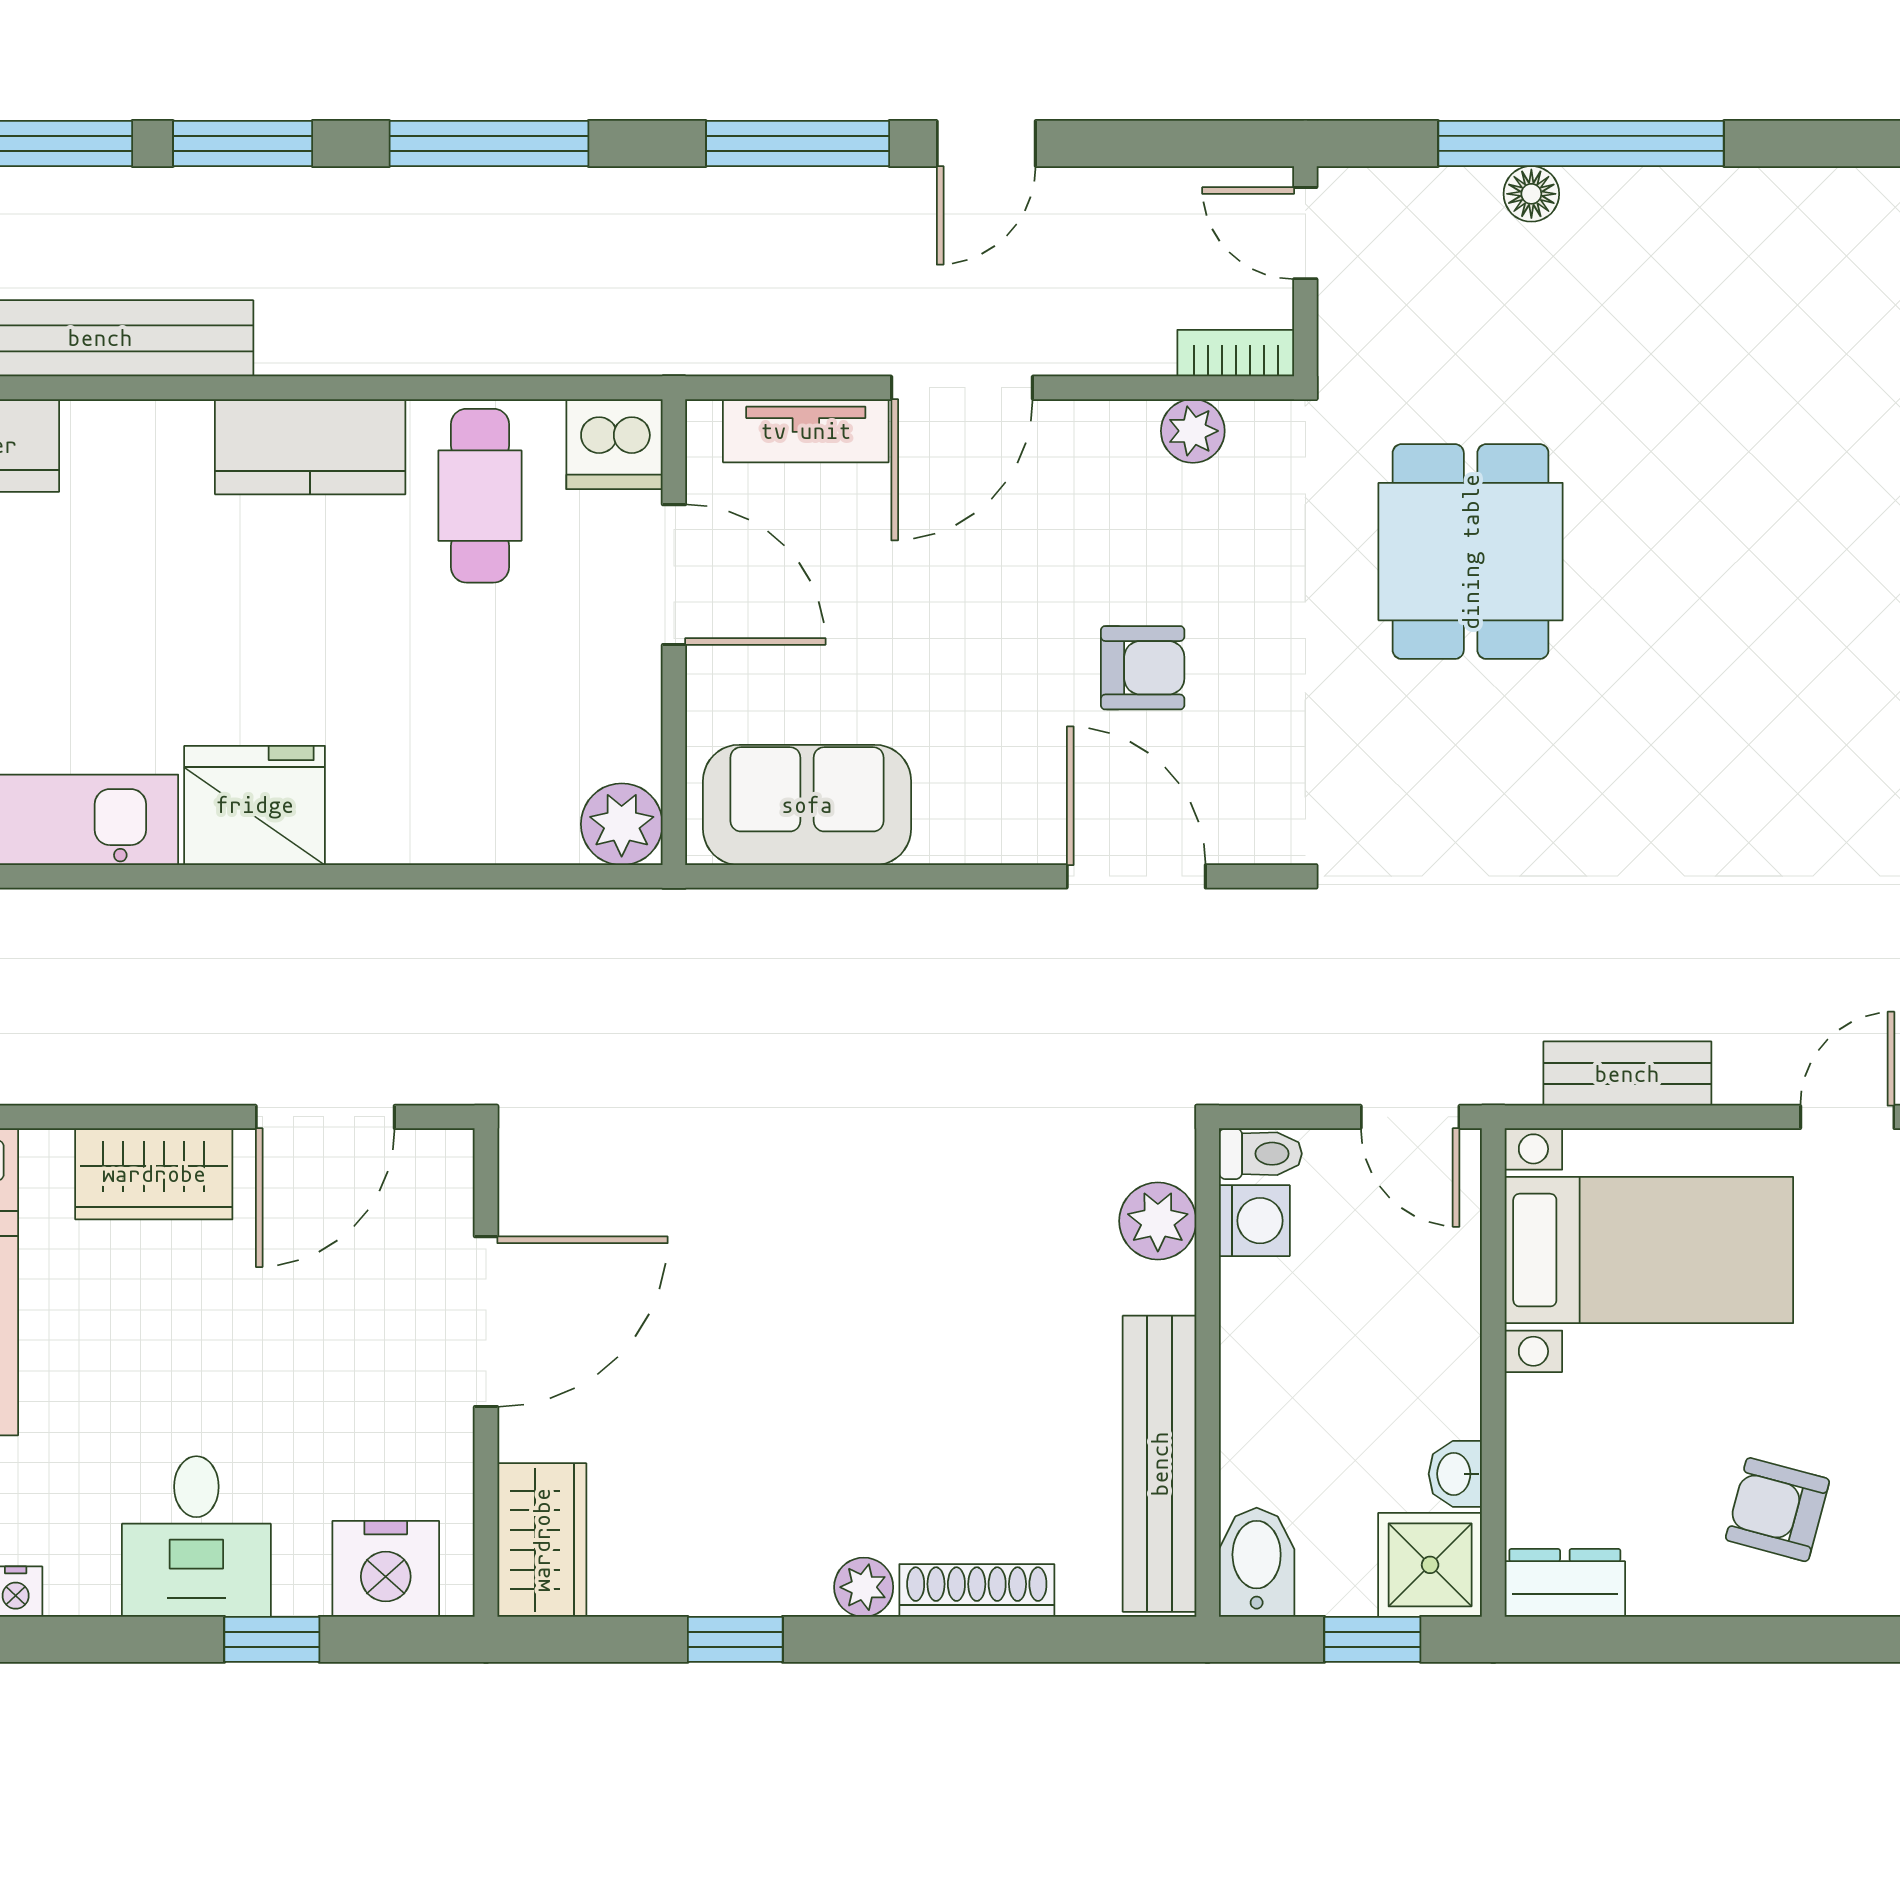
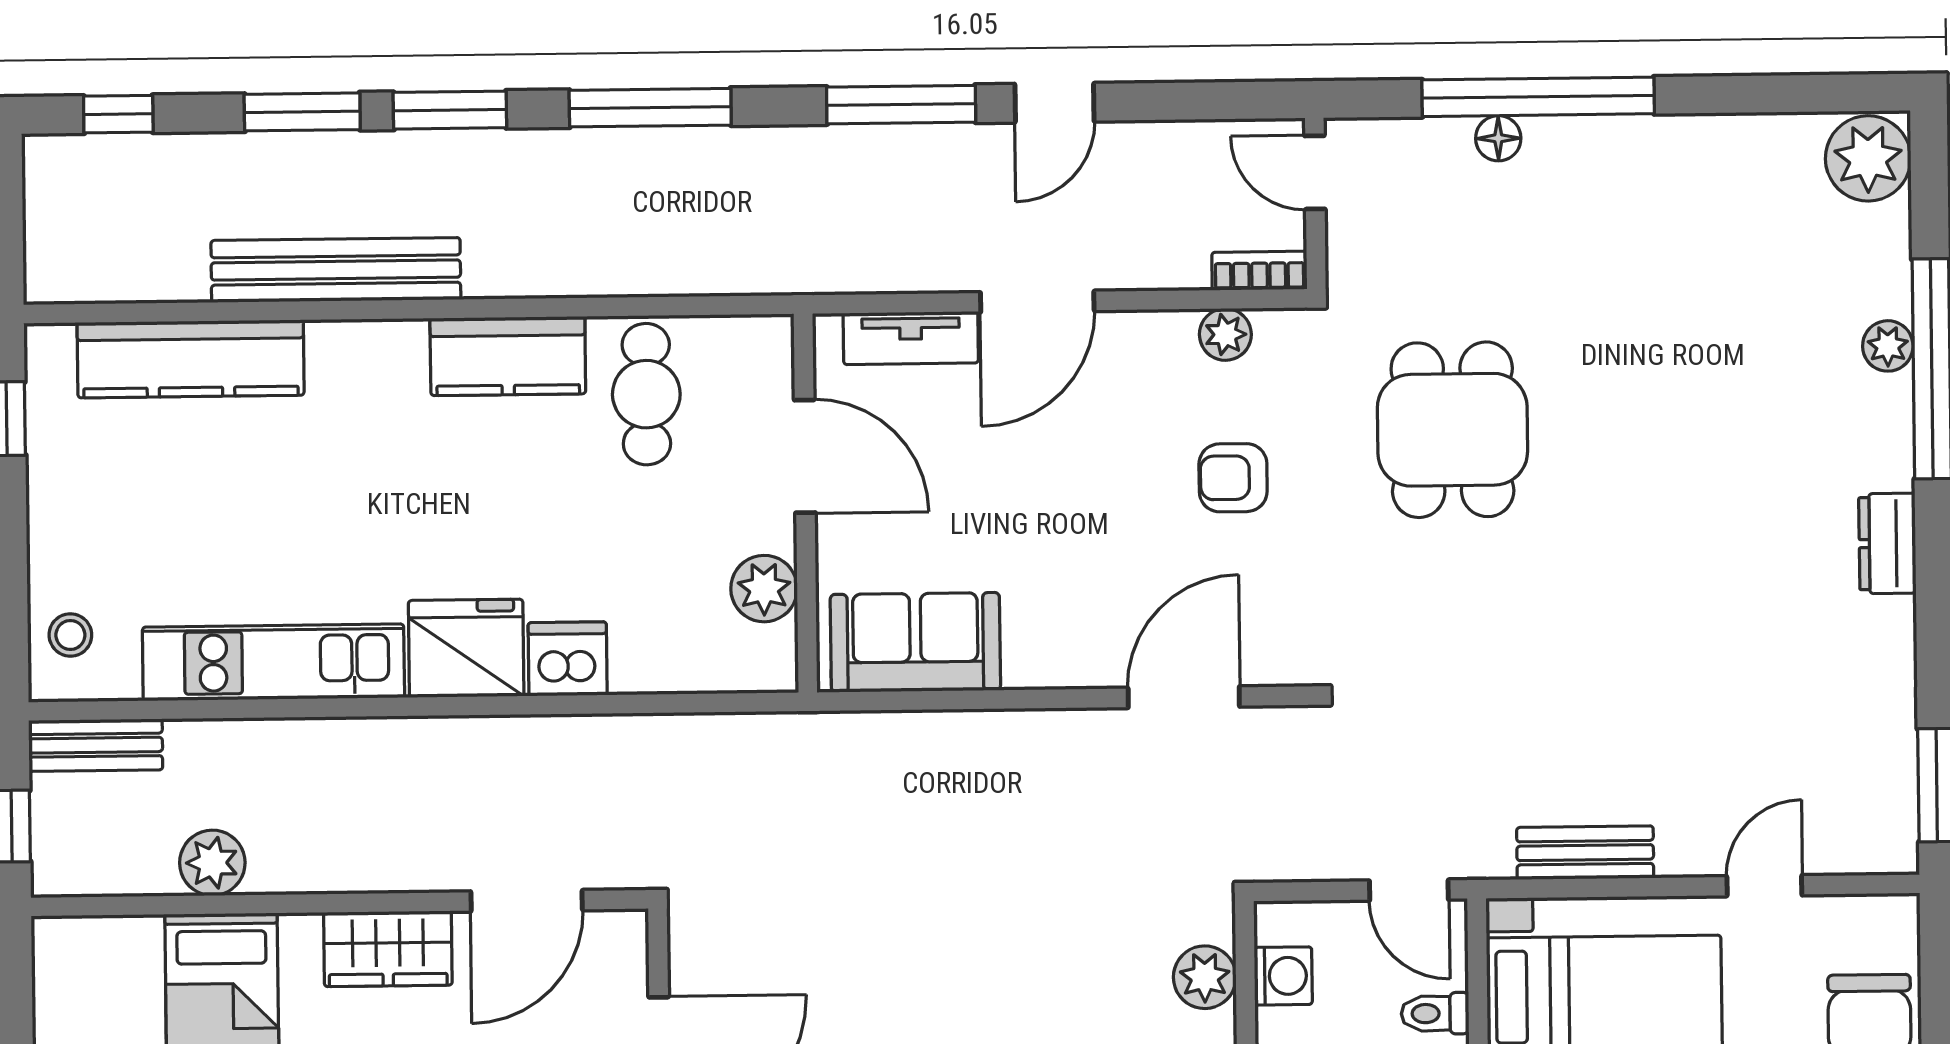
dishwasher: (614, 444) -> (568, 659), moved, turned 180
armchair: (1143, 668) -> (1233, 478), moved, turned 180
plant: (622, 824) -> (764, 589), moved
door: (1136, 876) -> (1184, 697), hinge flipped
toilet: (1260, 1154) -> (1435, 1013), moved, turned 180

